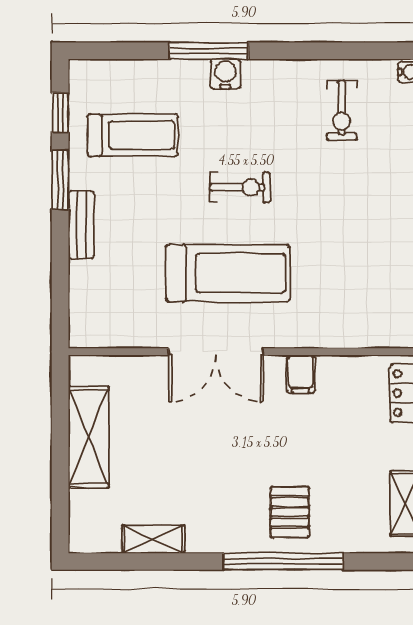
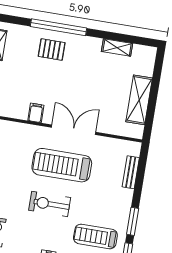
exercise bike: (240, 188) -> (50, 204), width x1.38, depth x1.39
bench: (81, 225) -> (131, 172), moved
pallet: (290, 512) -> (52, 50), turned 90

